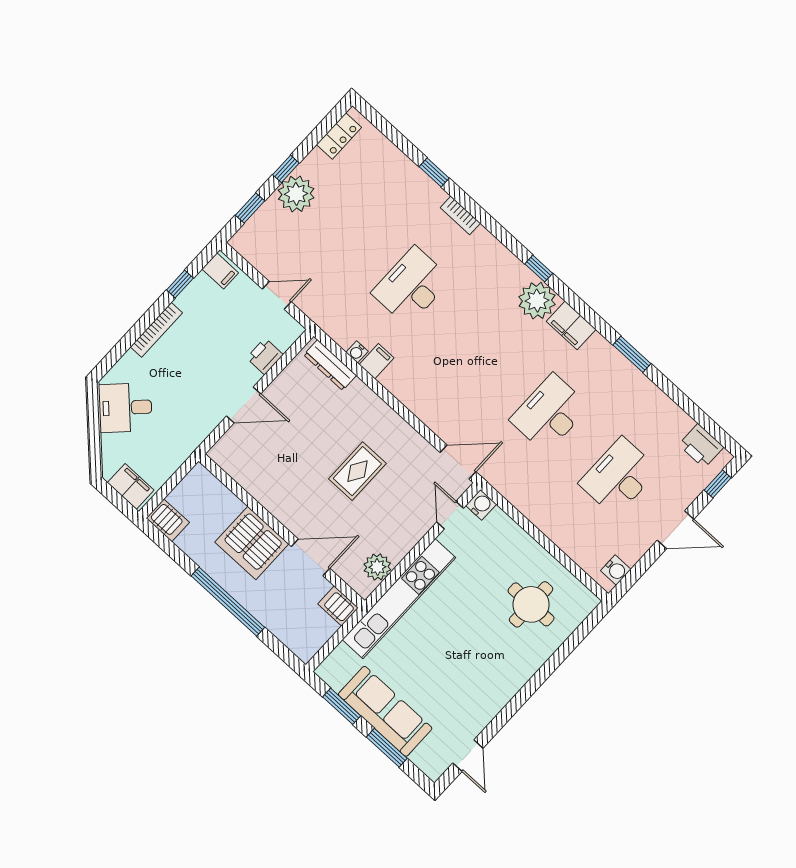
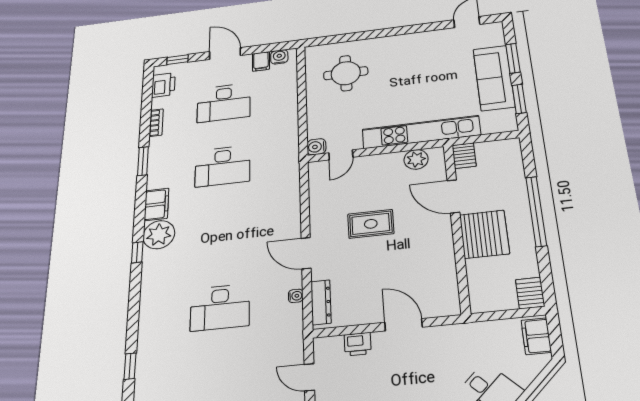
bookcase: (460, 215) -> (156, 123), moved
filing cabinet: (376, 361) -> (261, 61), moved, turned -90
door: (458, 462) -> (306, 253), moved

